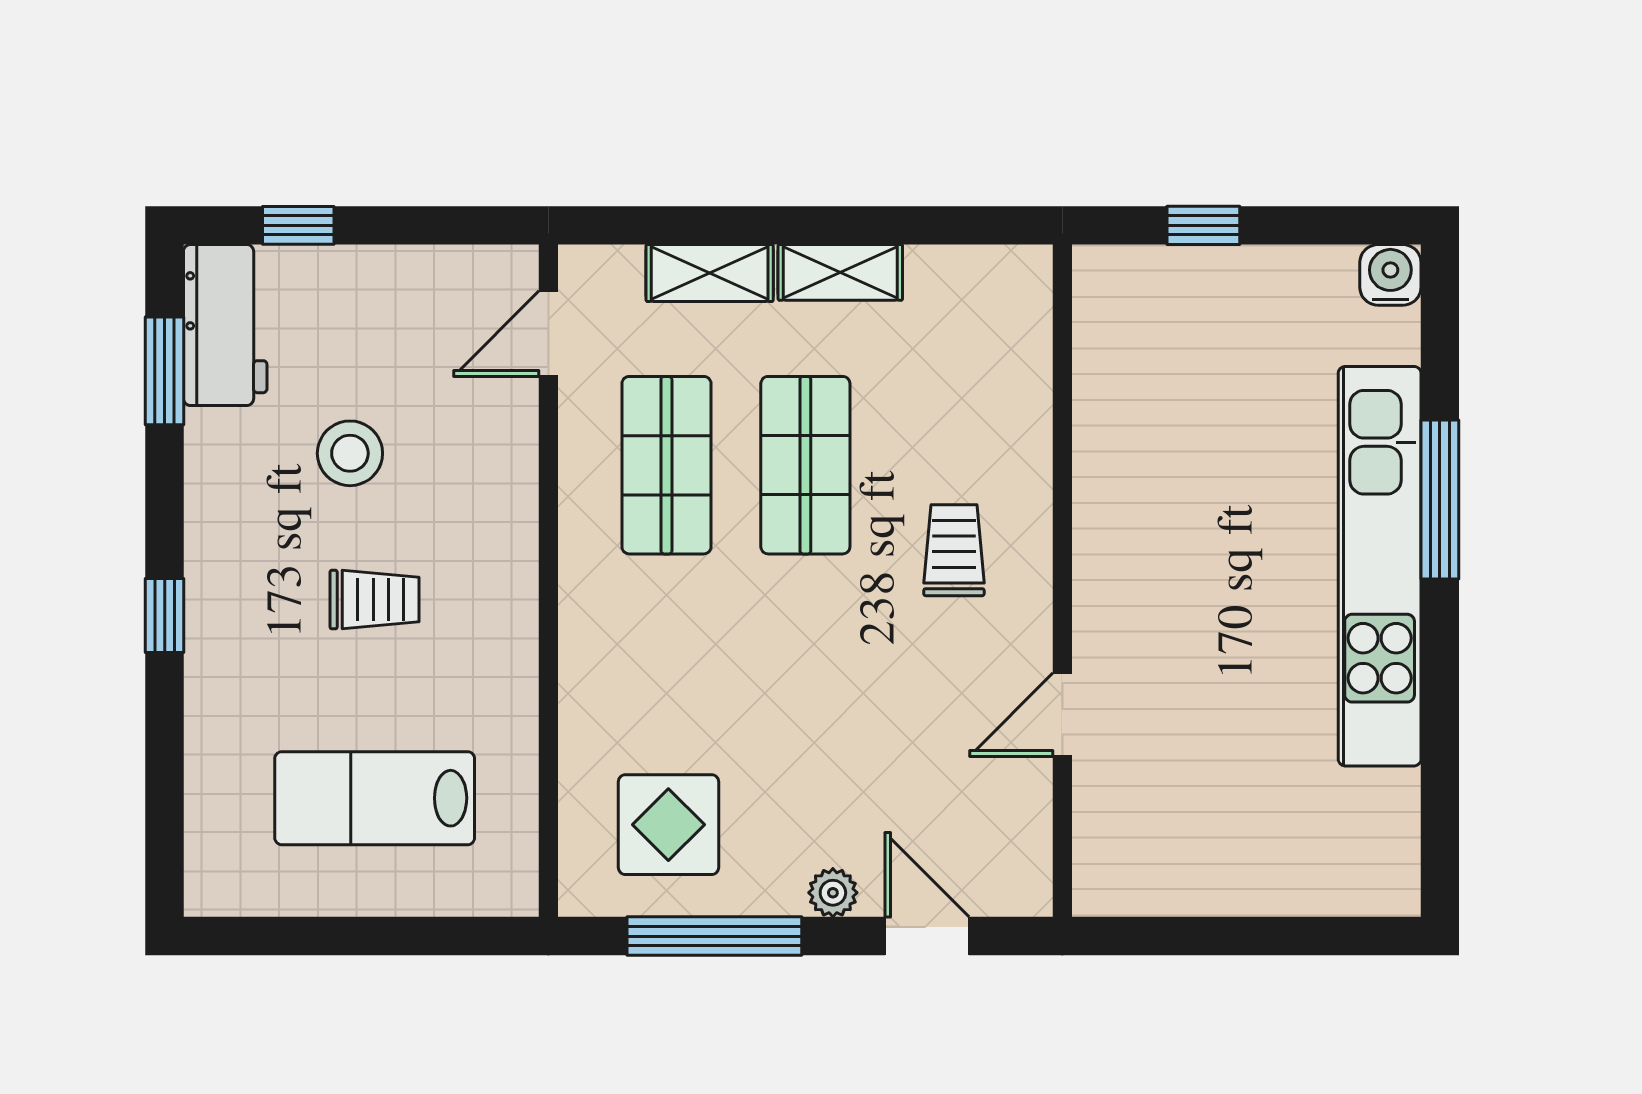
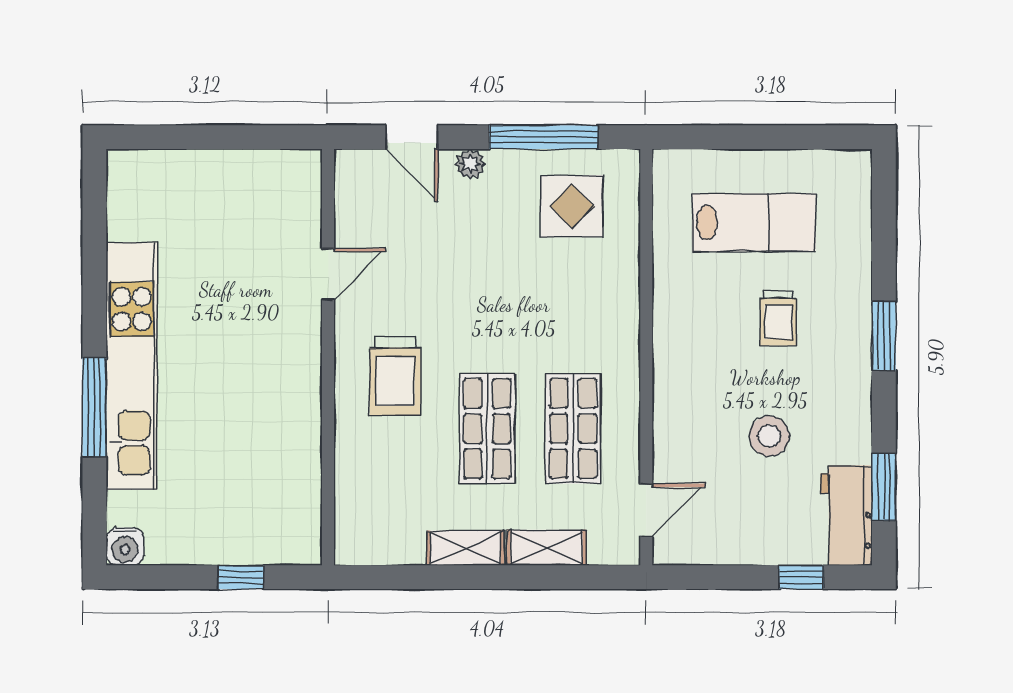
trolley: (954, 550) -> (395, 376), width x1.36, depth x1.39
trolley: (374, 600) -> (778, 318), moved, turned -90
window: (165, 615) -> (884, 336), width x1.50

